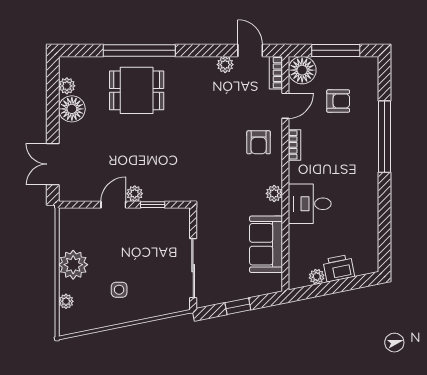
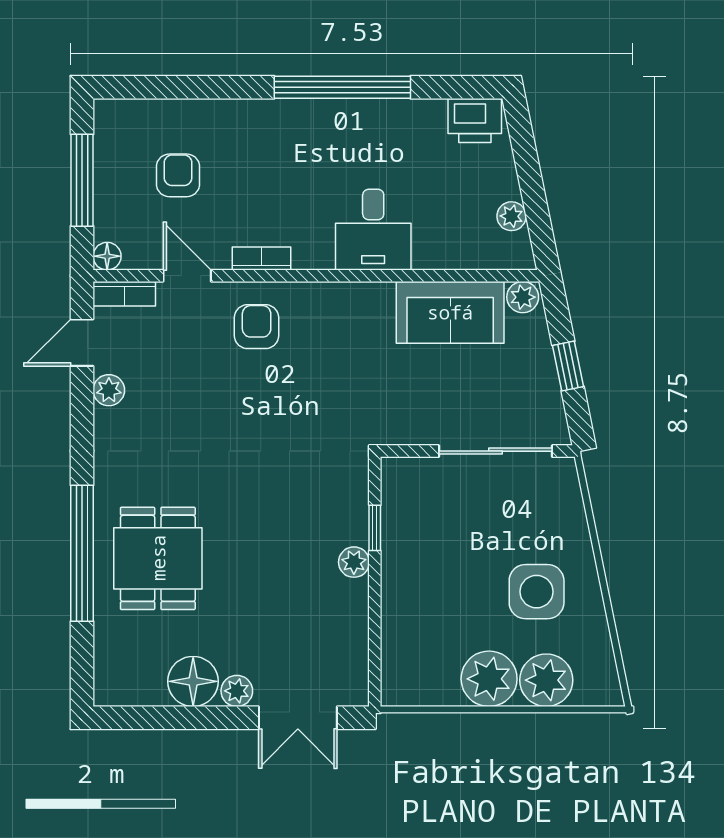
floor lamp: (302, 70) -> (107, 256), width x0.53, depth x0.53
plant: (67, 86) -> (237, 691), moved
window: (385, 137) -> (342, 87), moved
armchair: (259, 142) -> (257, 327), turned -90
plant: (274, 193) -> (523, 297), moved
door: (113, 205) -> (375, 603), removed
printer: (339, 268) -> (475, 121), moved, turned -79
side table: (119, 290) -> (537, 592), width x1.87, depth x1.87
plant: (66, 301) -> (546, 680), width x1.87, depth x1.87

